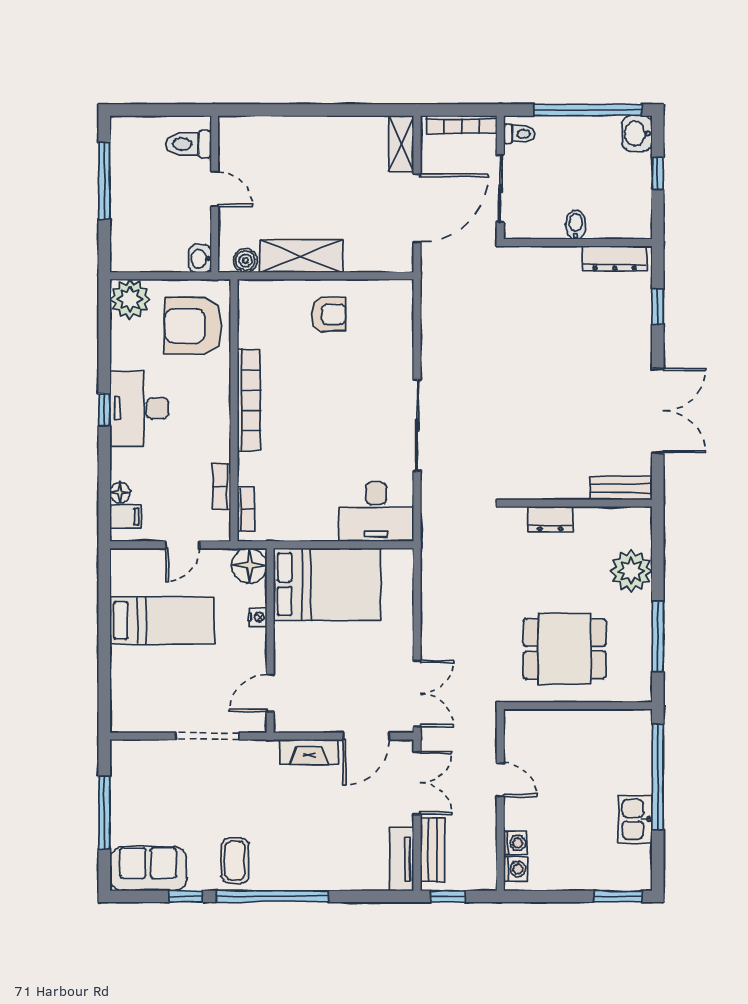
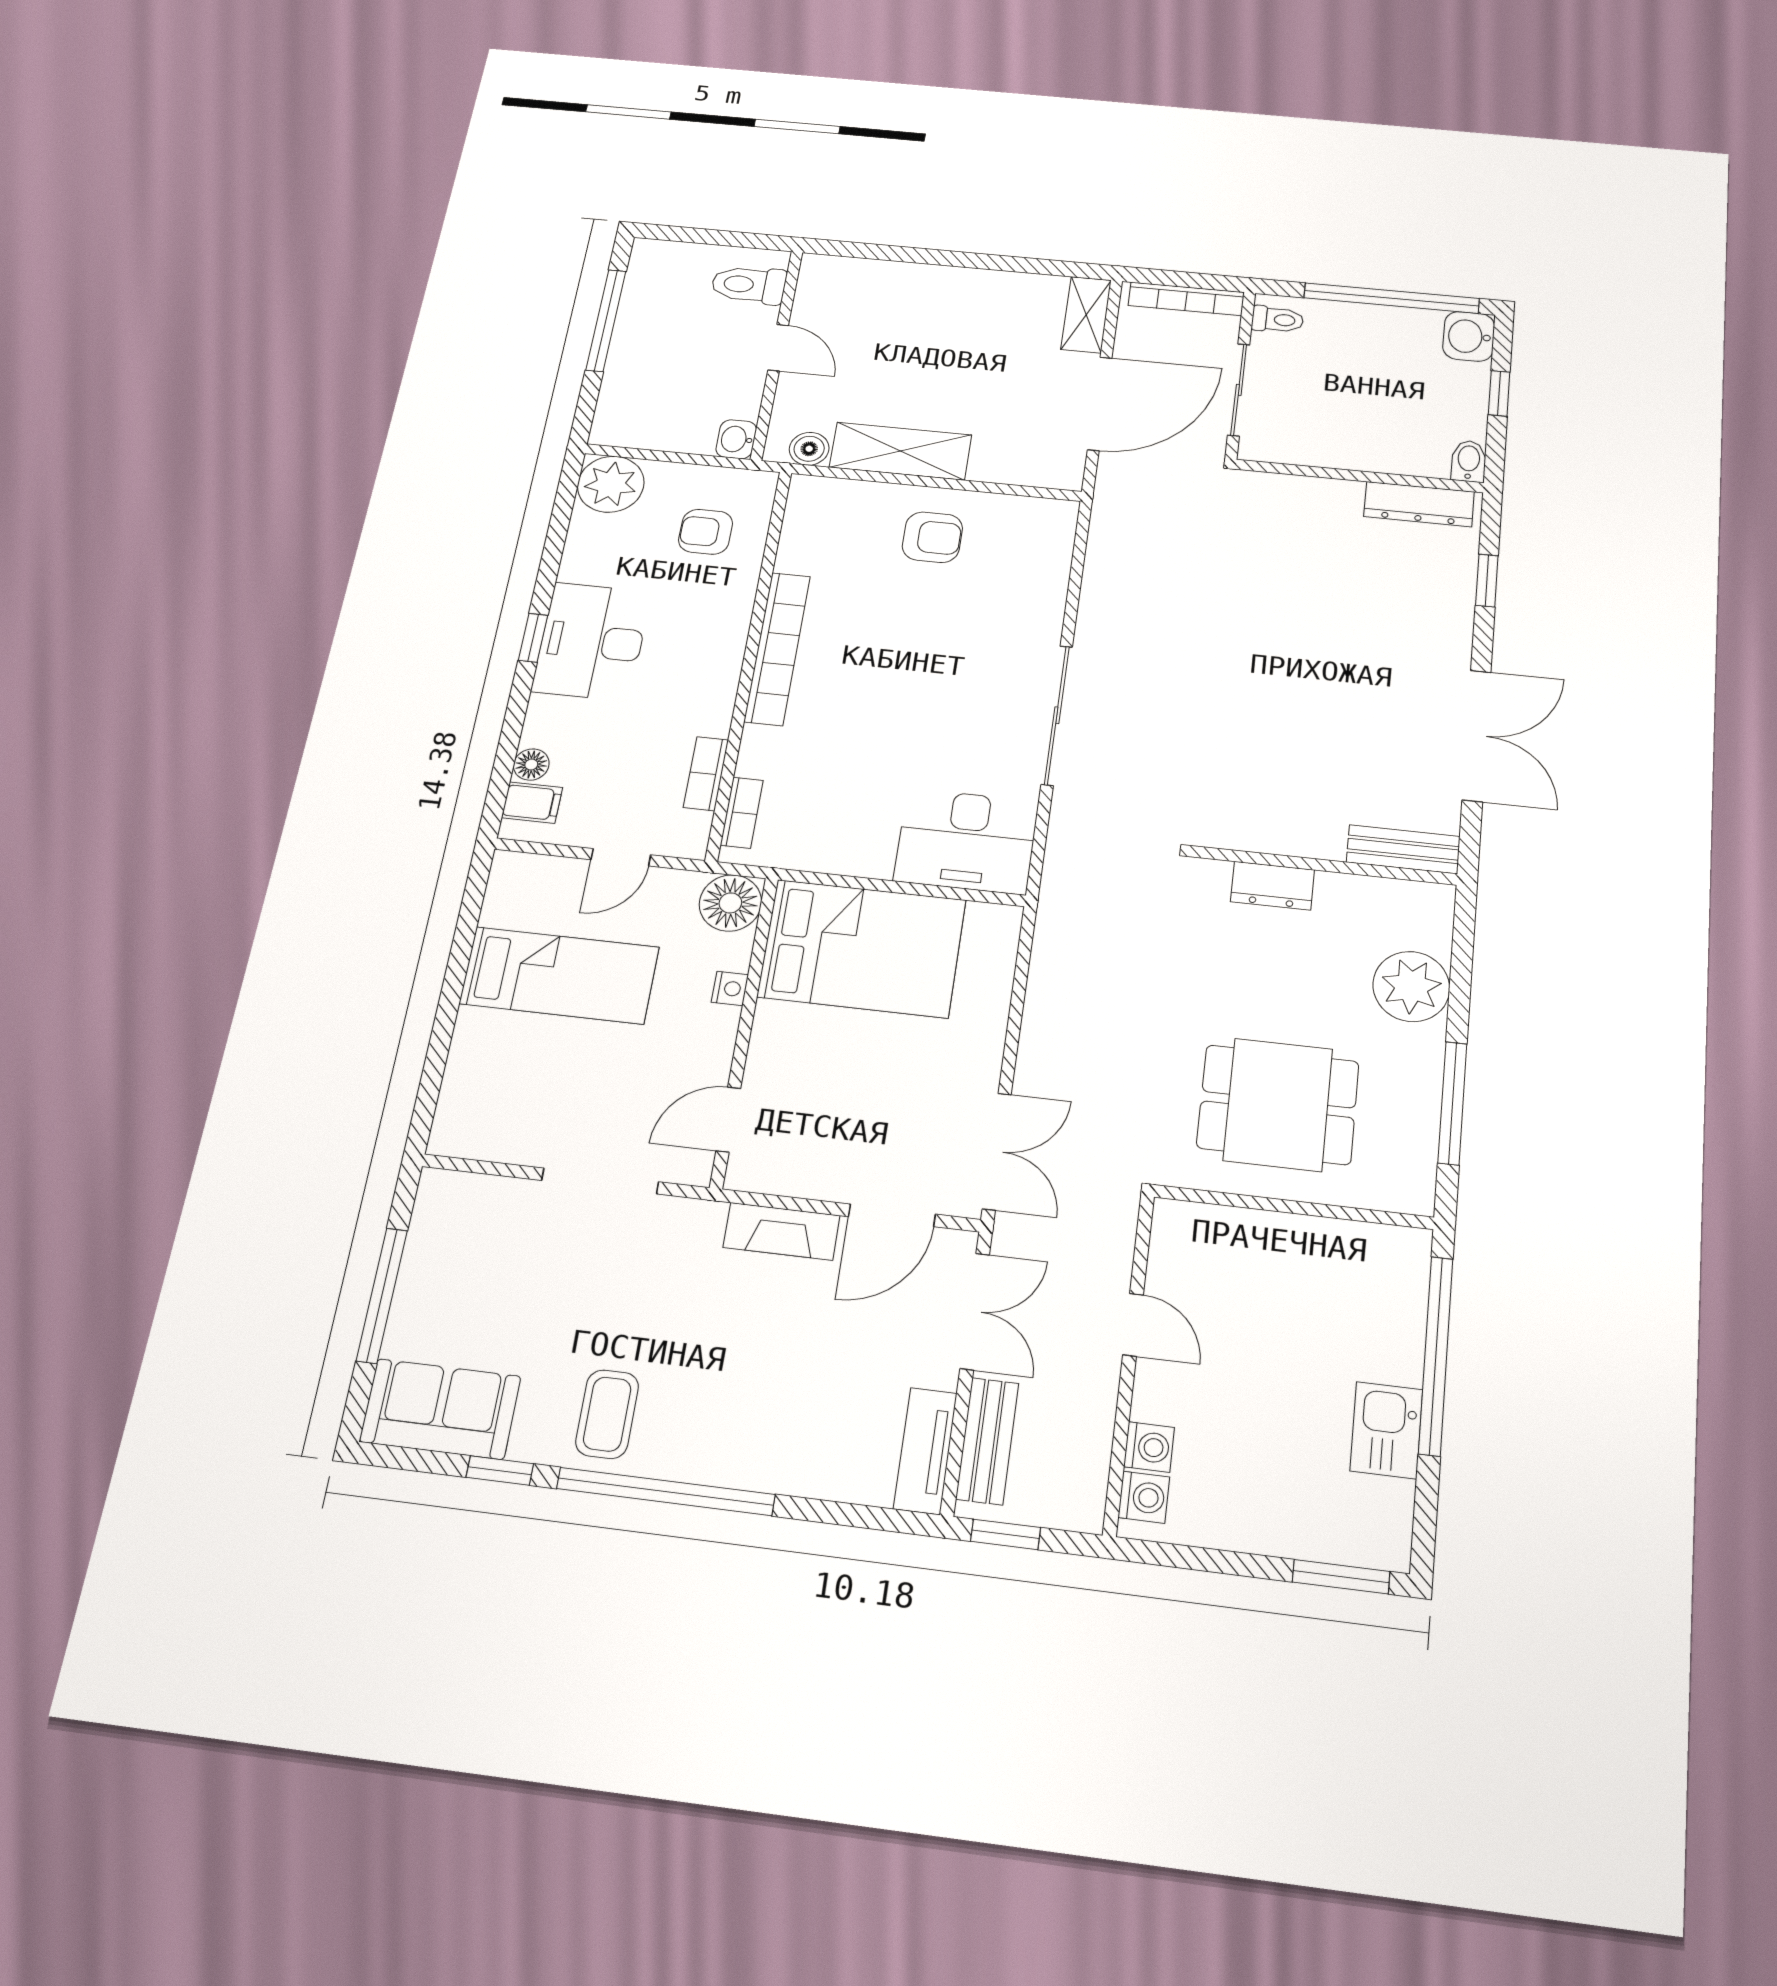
bidet: (576, 225) -> (1469, 461), moved
armchair: (193, 326) -> (706, 532), width x0.53, depth x0.53

